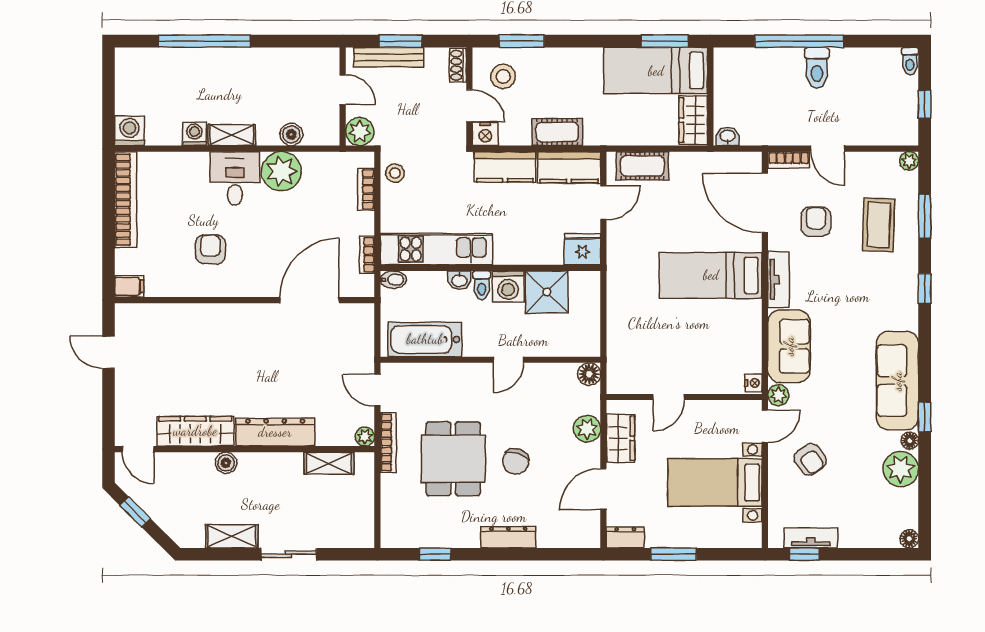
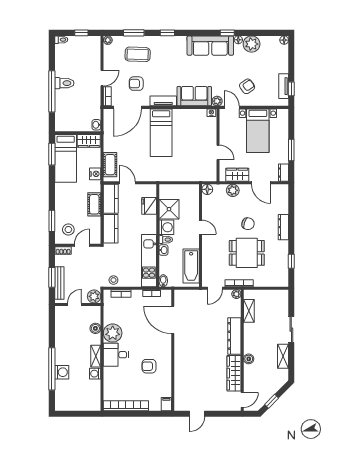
washing machine: (130, 131) -> (62, 372), moved, turned 180
nightstand: (485, 134) -> (95, 174), moved
fridge: (582, 249) -> (149, 206), moved

